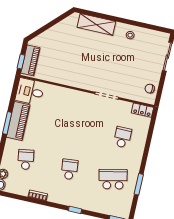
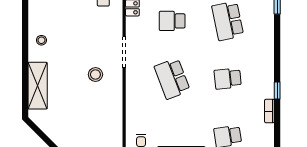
stool: (95, 70) -> (95, 74), added
school desk: (79, 127) -> (172, 79), added
window: (75, 210) -> (277, 91), moved

